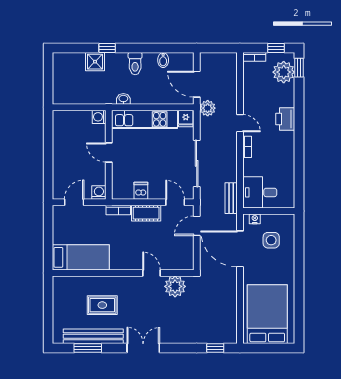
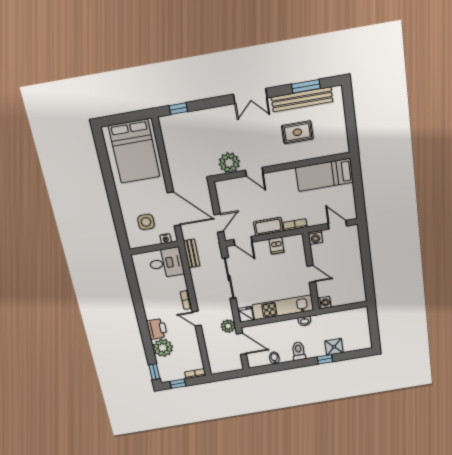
plant: (284, 72) -> (163, 348), moved
door: (74, 202) -> (337, 225), swing flipped

